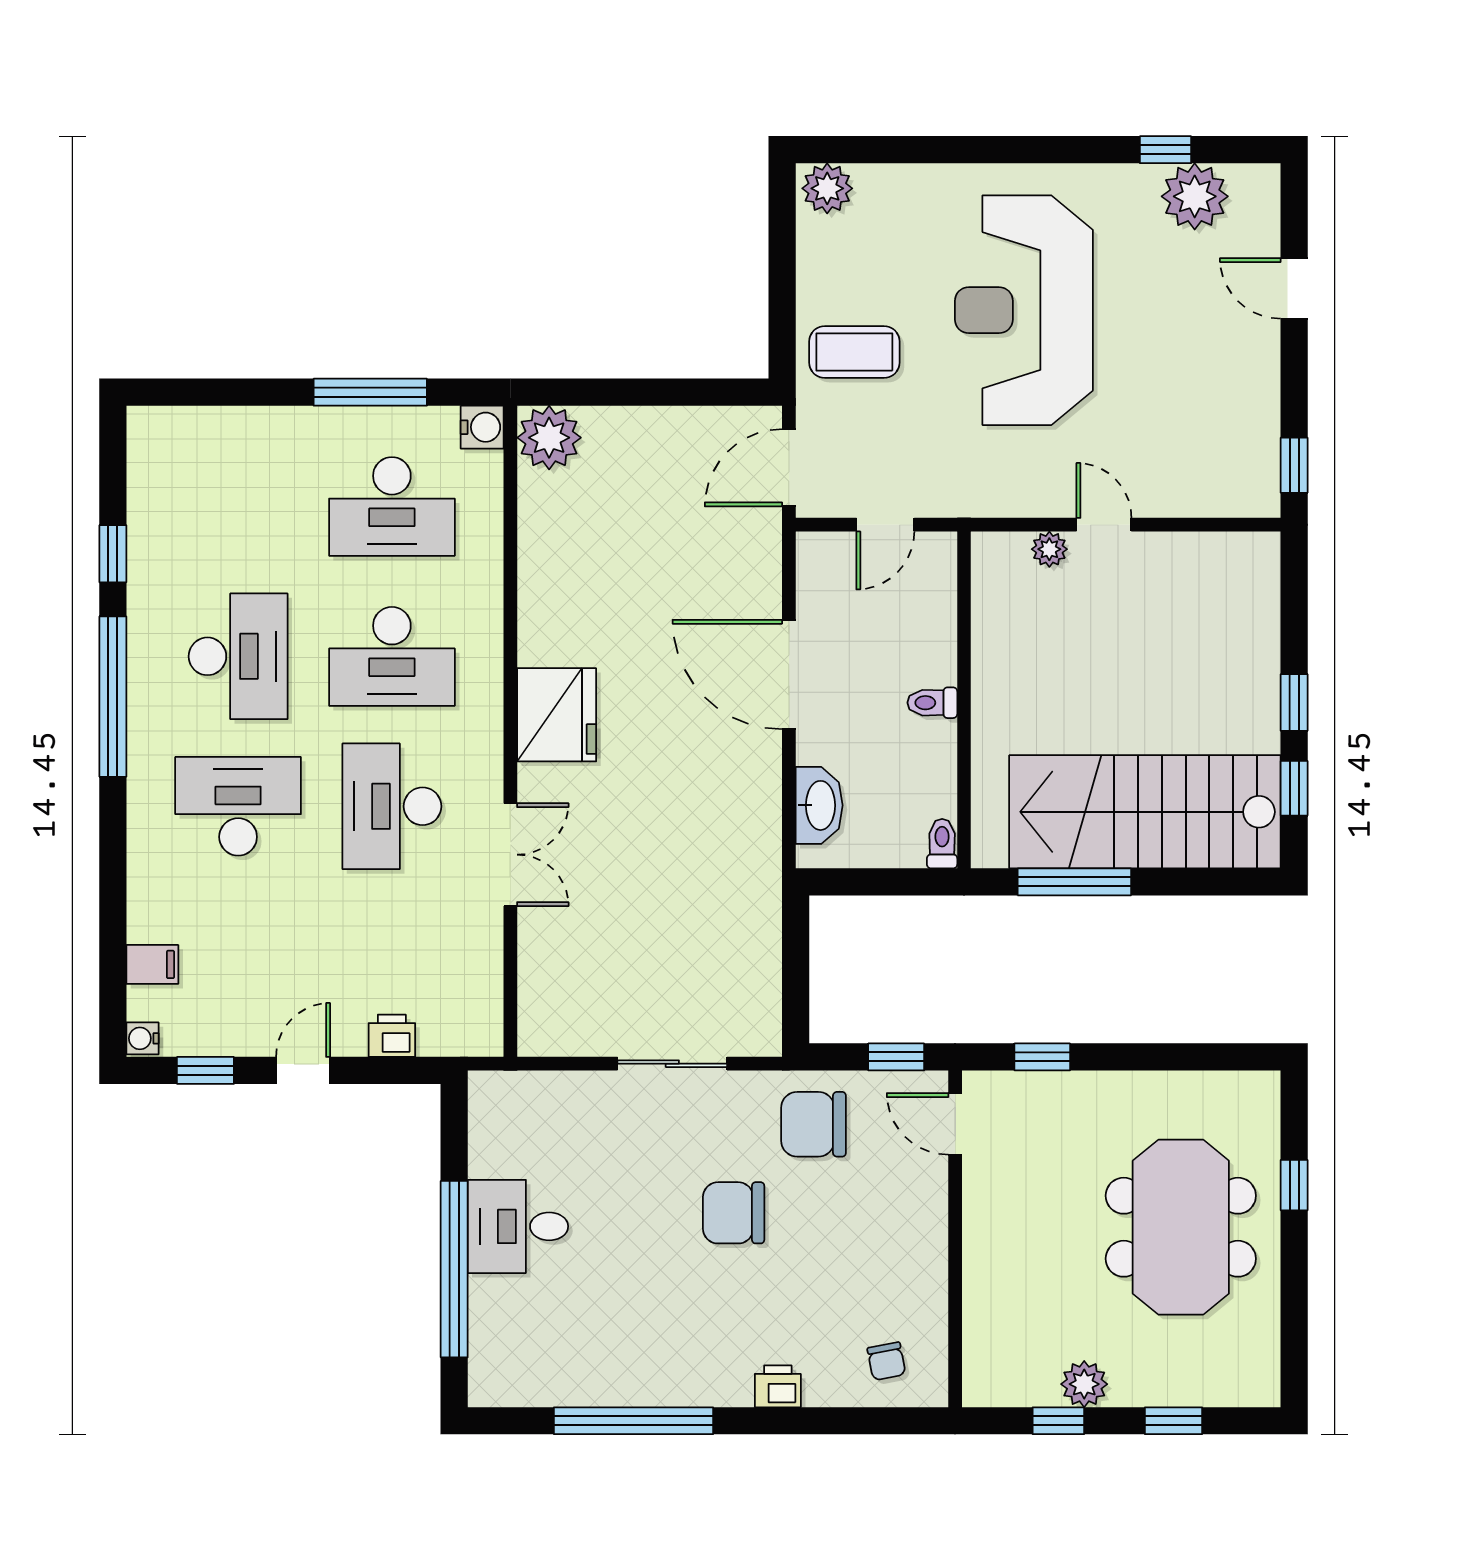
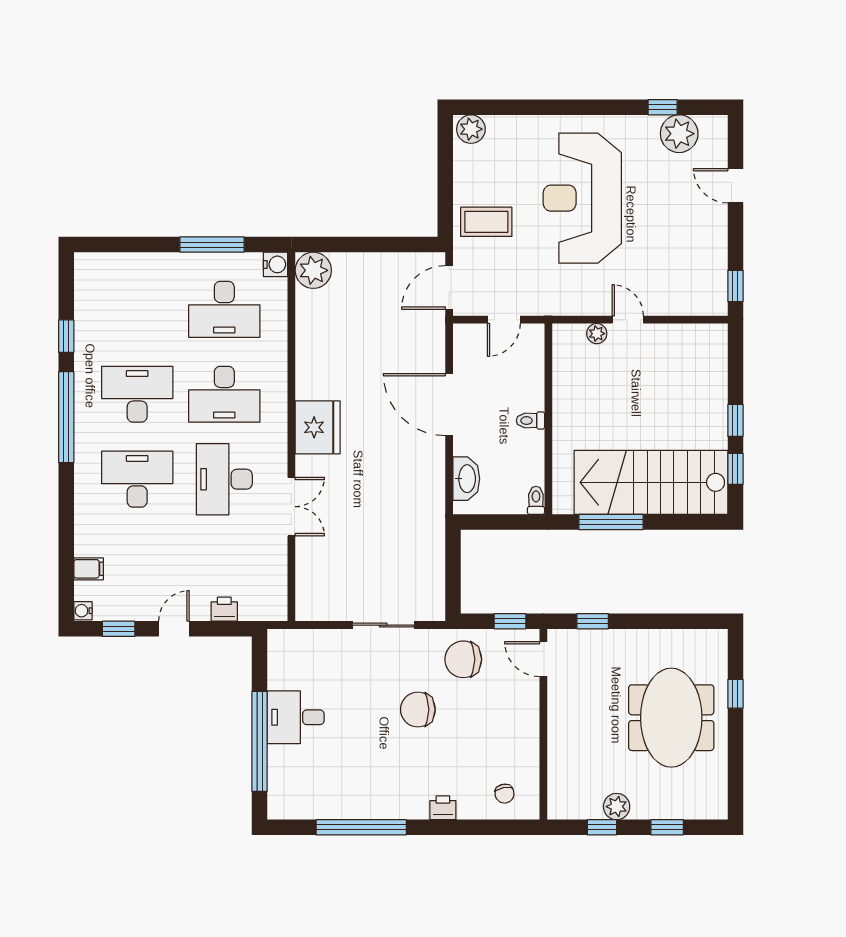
desk: (238, 656) -> (137, 394), turned -90

